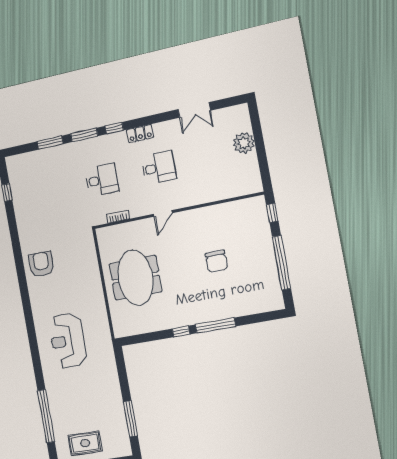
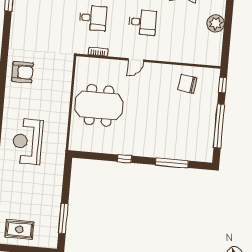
chair: (216, 261) -> (187, 84), moved, turned 98
armchair: (41, 264) -> (22, 72), turned 90
meeting table: (135, 278) -> (99, 105), turned 90
window: (215, 325) -> (172, 163), moved

